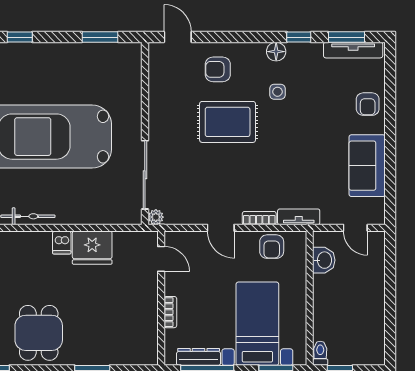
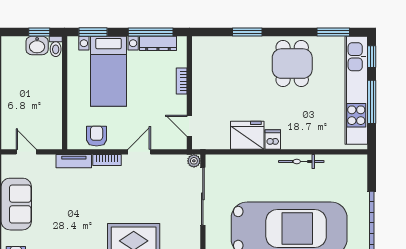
door: (221, 228) -> (139, 152), hinge flipped
washbasin: (324, 260) -> (37, 45), moved, turned -90

